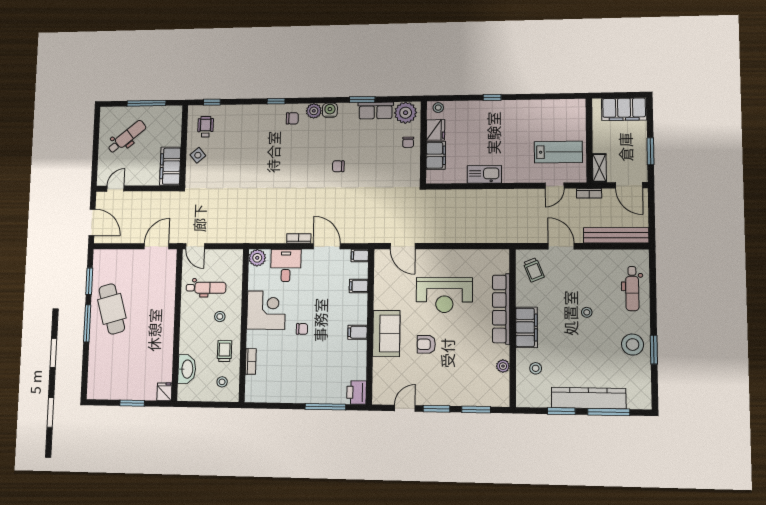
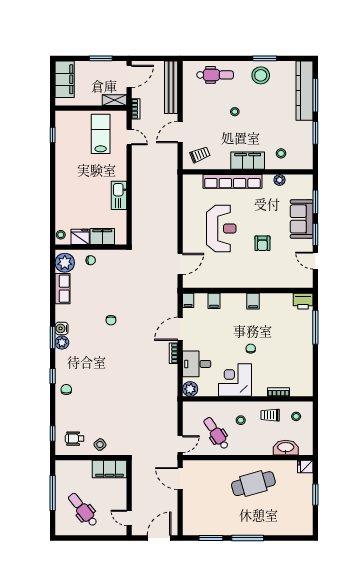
window: (492, 97) -> (53, 135), moved
window: (362, 100) -> (53, 338), moved
chair: (292, 118) -> (66, 390), moved
dental chair: (206, 288) -> (216, 433), turned -34
cafe table: (112, 309) -> (253, 484), moved
sofa: (386, 333) -> (302, 219), moved, turned -90
kitchen counter: (589, 398) -> (304, 91), moved

